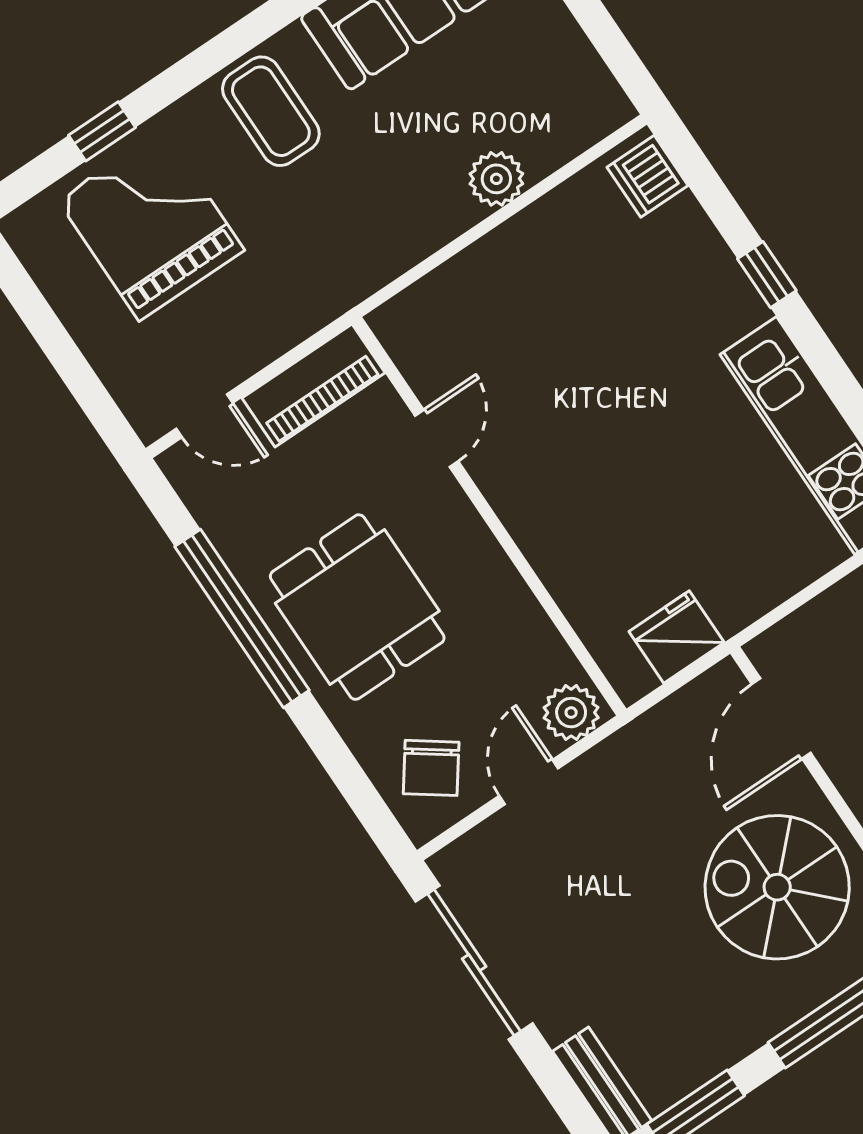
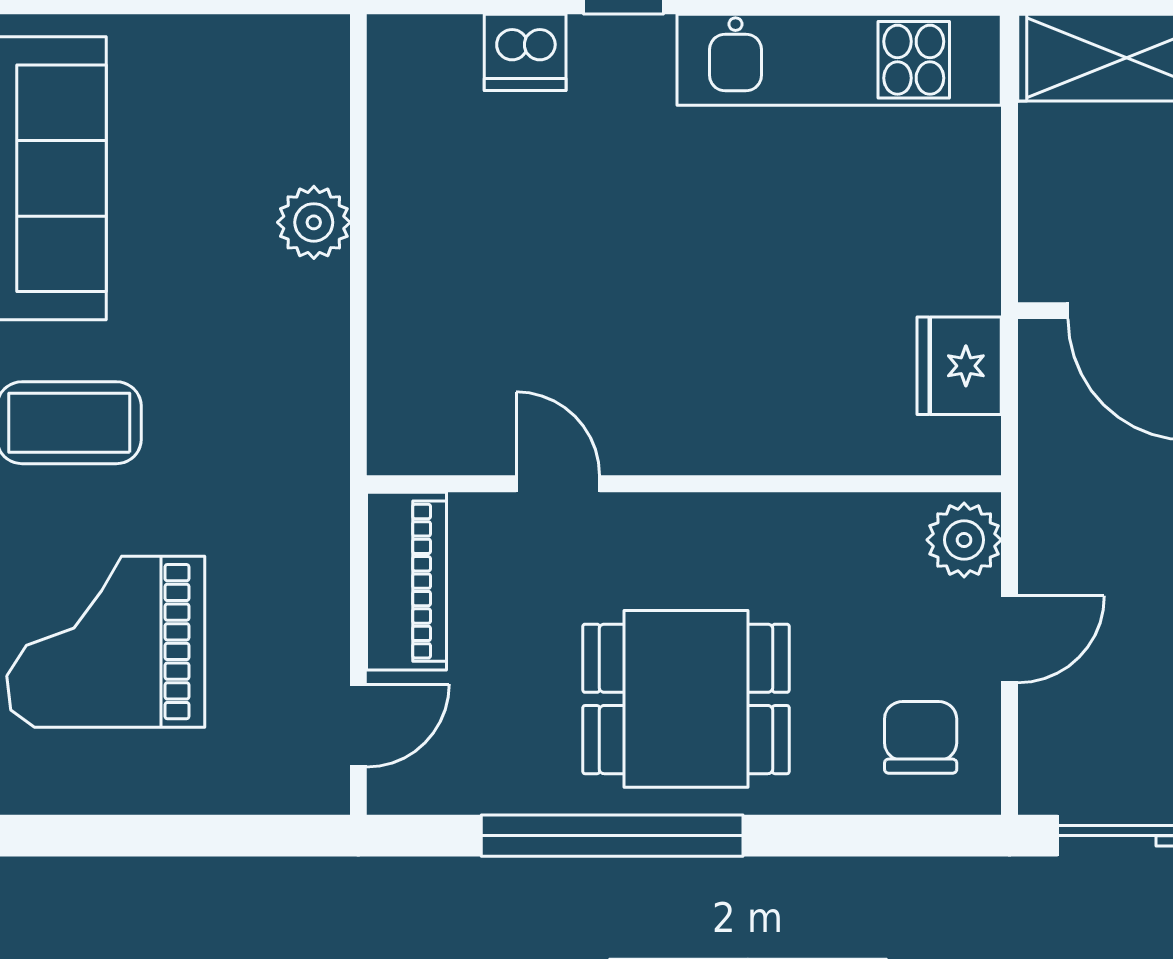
dishwasher: (647, 176) -> (525, 52), moved
chair: (431, 768) -> (921, 737), turned -126
door: (529, 782) -> (1010, 639), swing flipped

